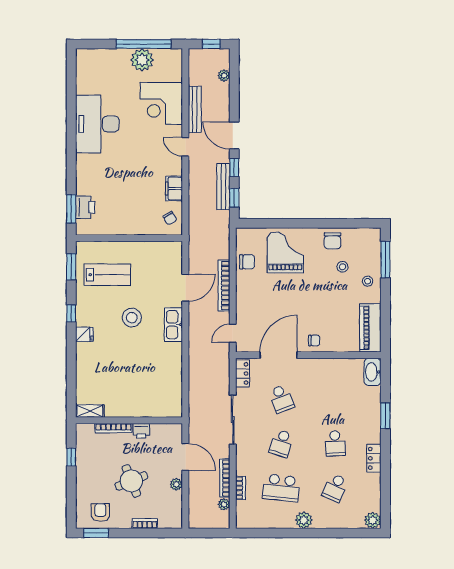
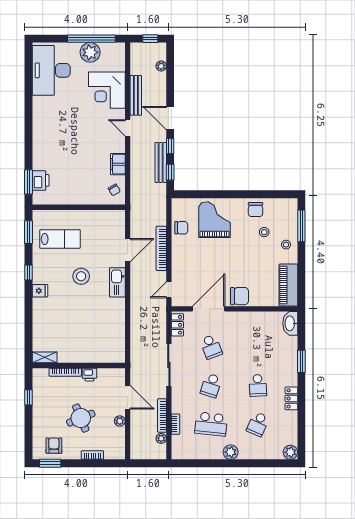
desk: (97, 124) -> (51, 70), moved
chair: (314, 340) -> (240, 296), width x1.87, depth x1.87

